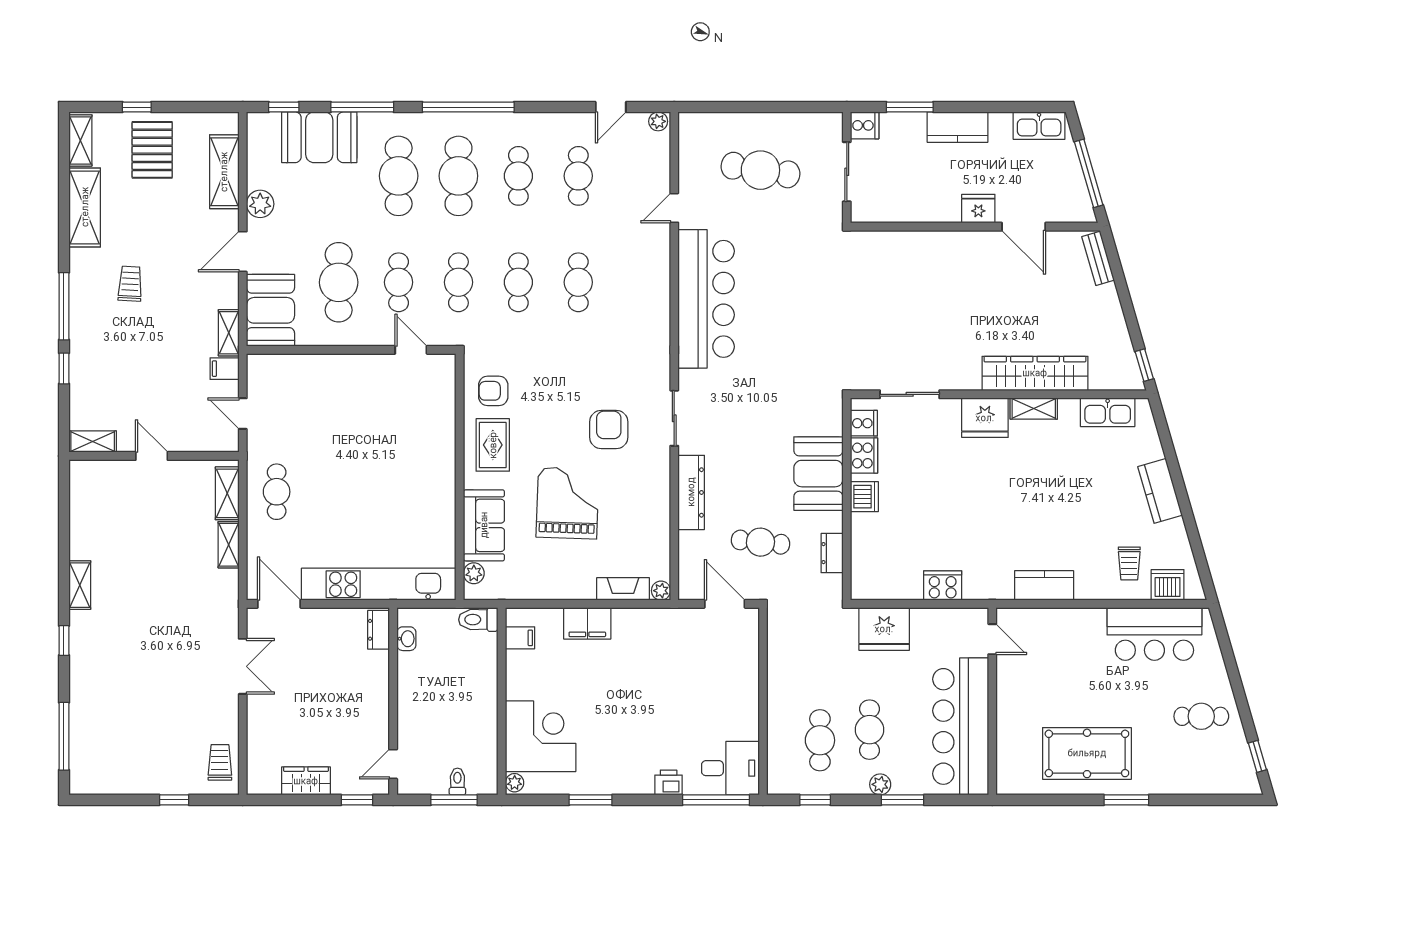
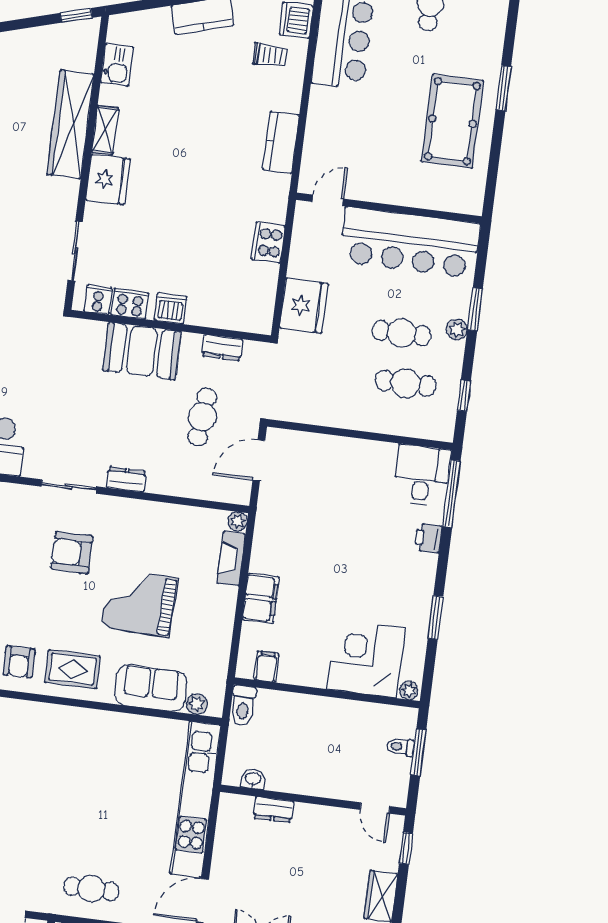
kitchen sink: (1108, 412) -> (117, 65), width x0.73
dresser: (691, 492) -> (126, 479), width x0.51, depth x0.80
dresser: (379, 630) -> (273, 810), moved

